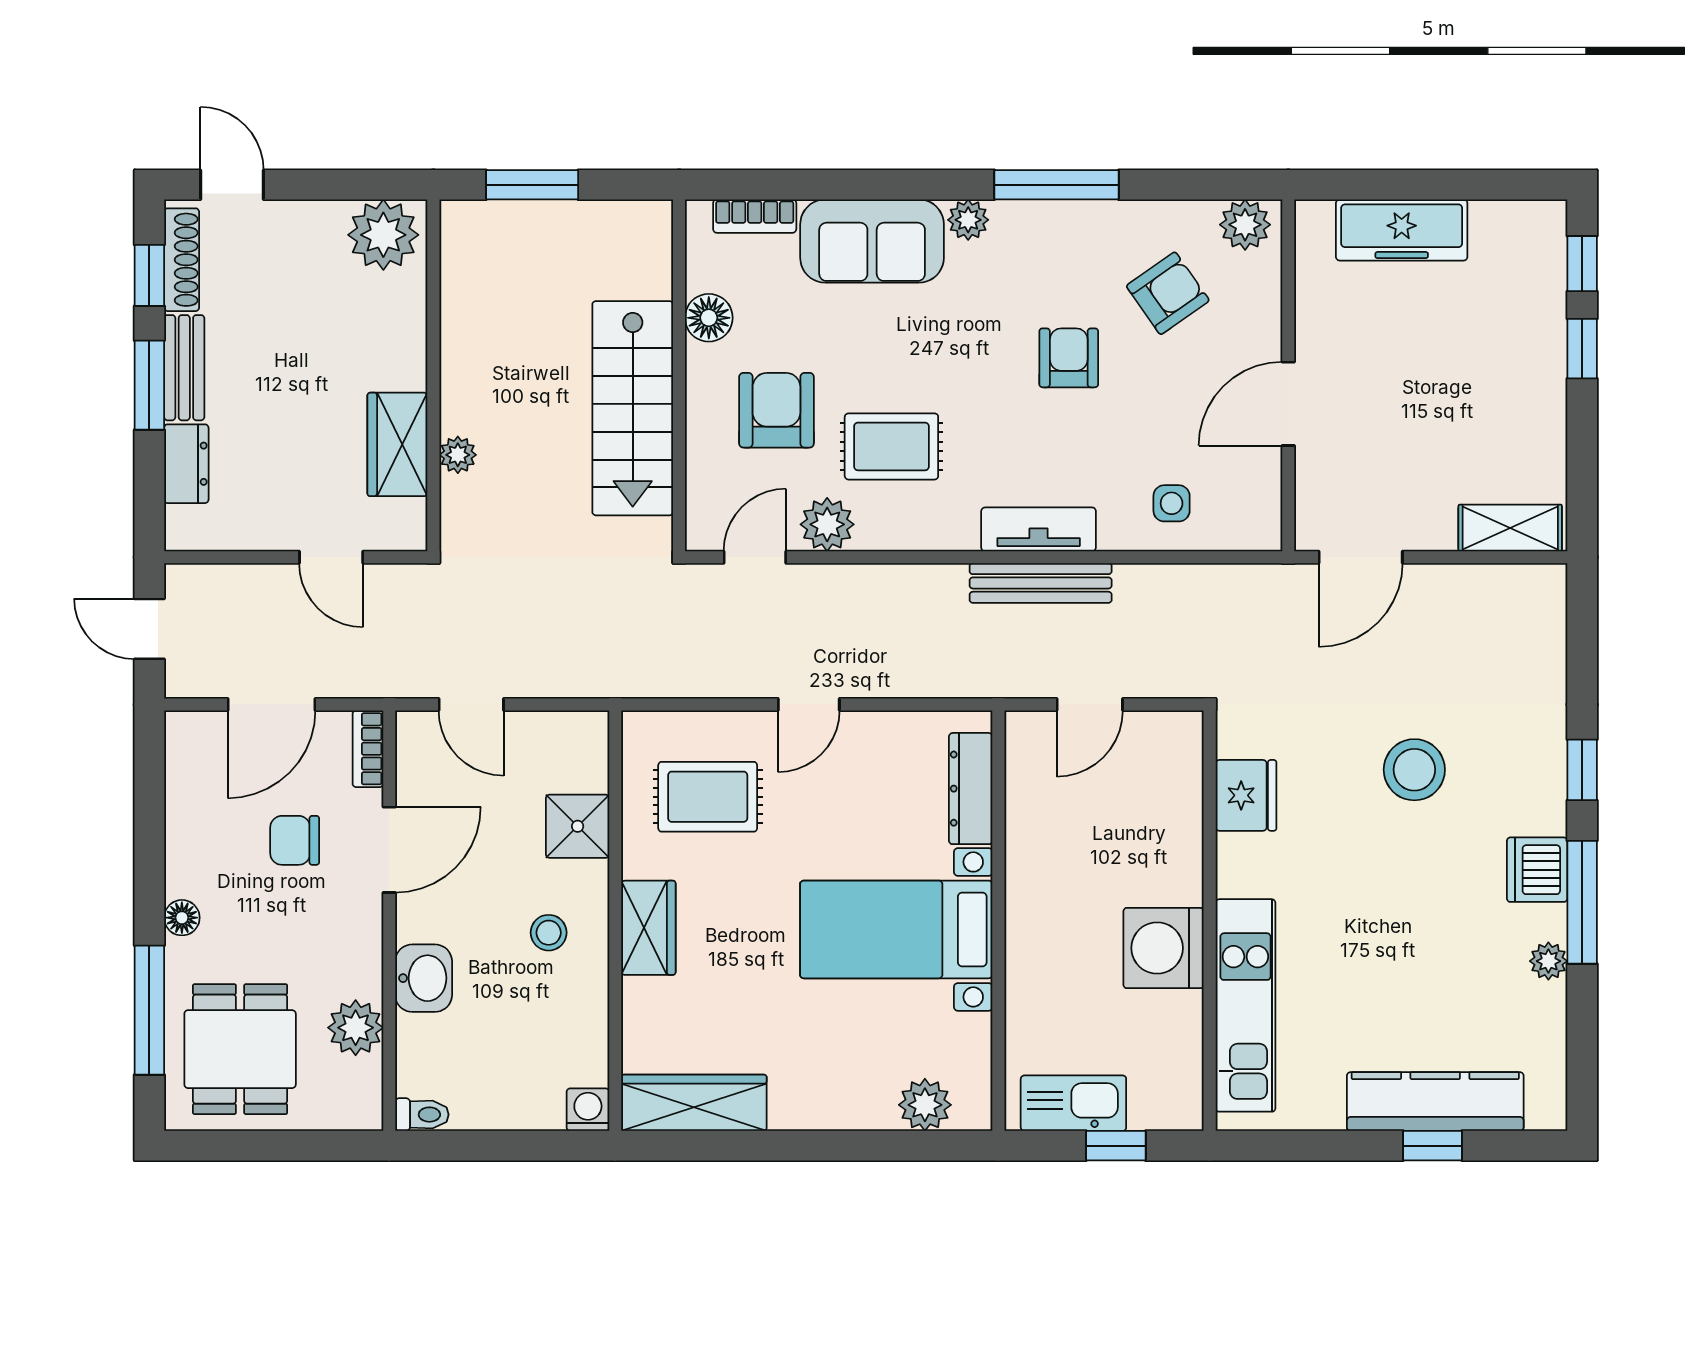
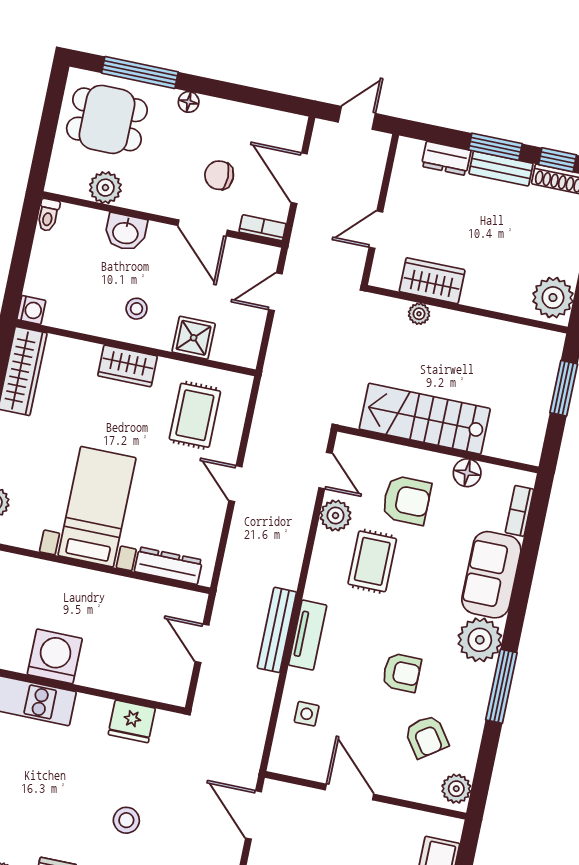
plant: (968, 220) -> (480, 640), width x1.88, depth x1.88
stool: (1414, 770) -> (126, 820), width x0.73, depth x0.73
chair: (295, 840) -> (219, 175), turned -90

